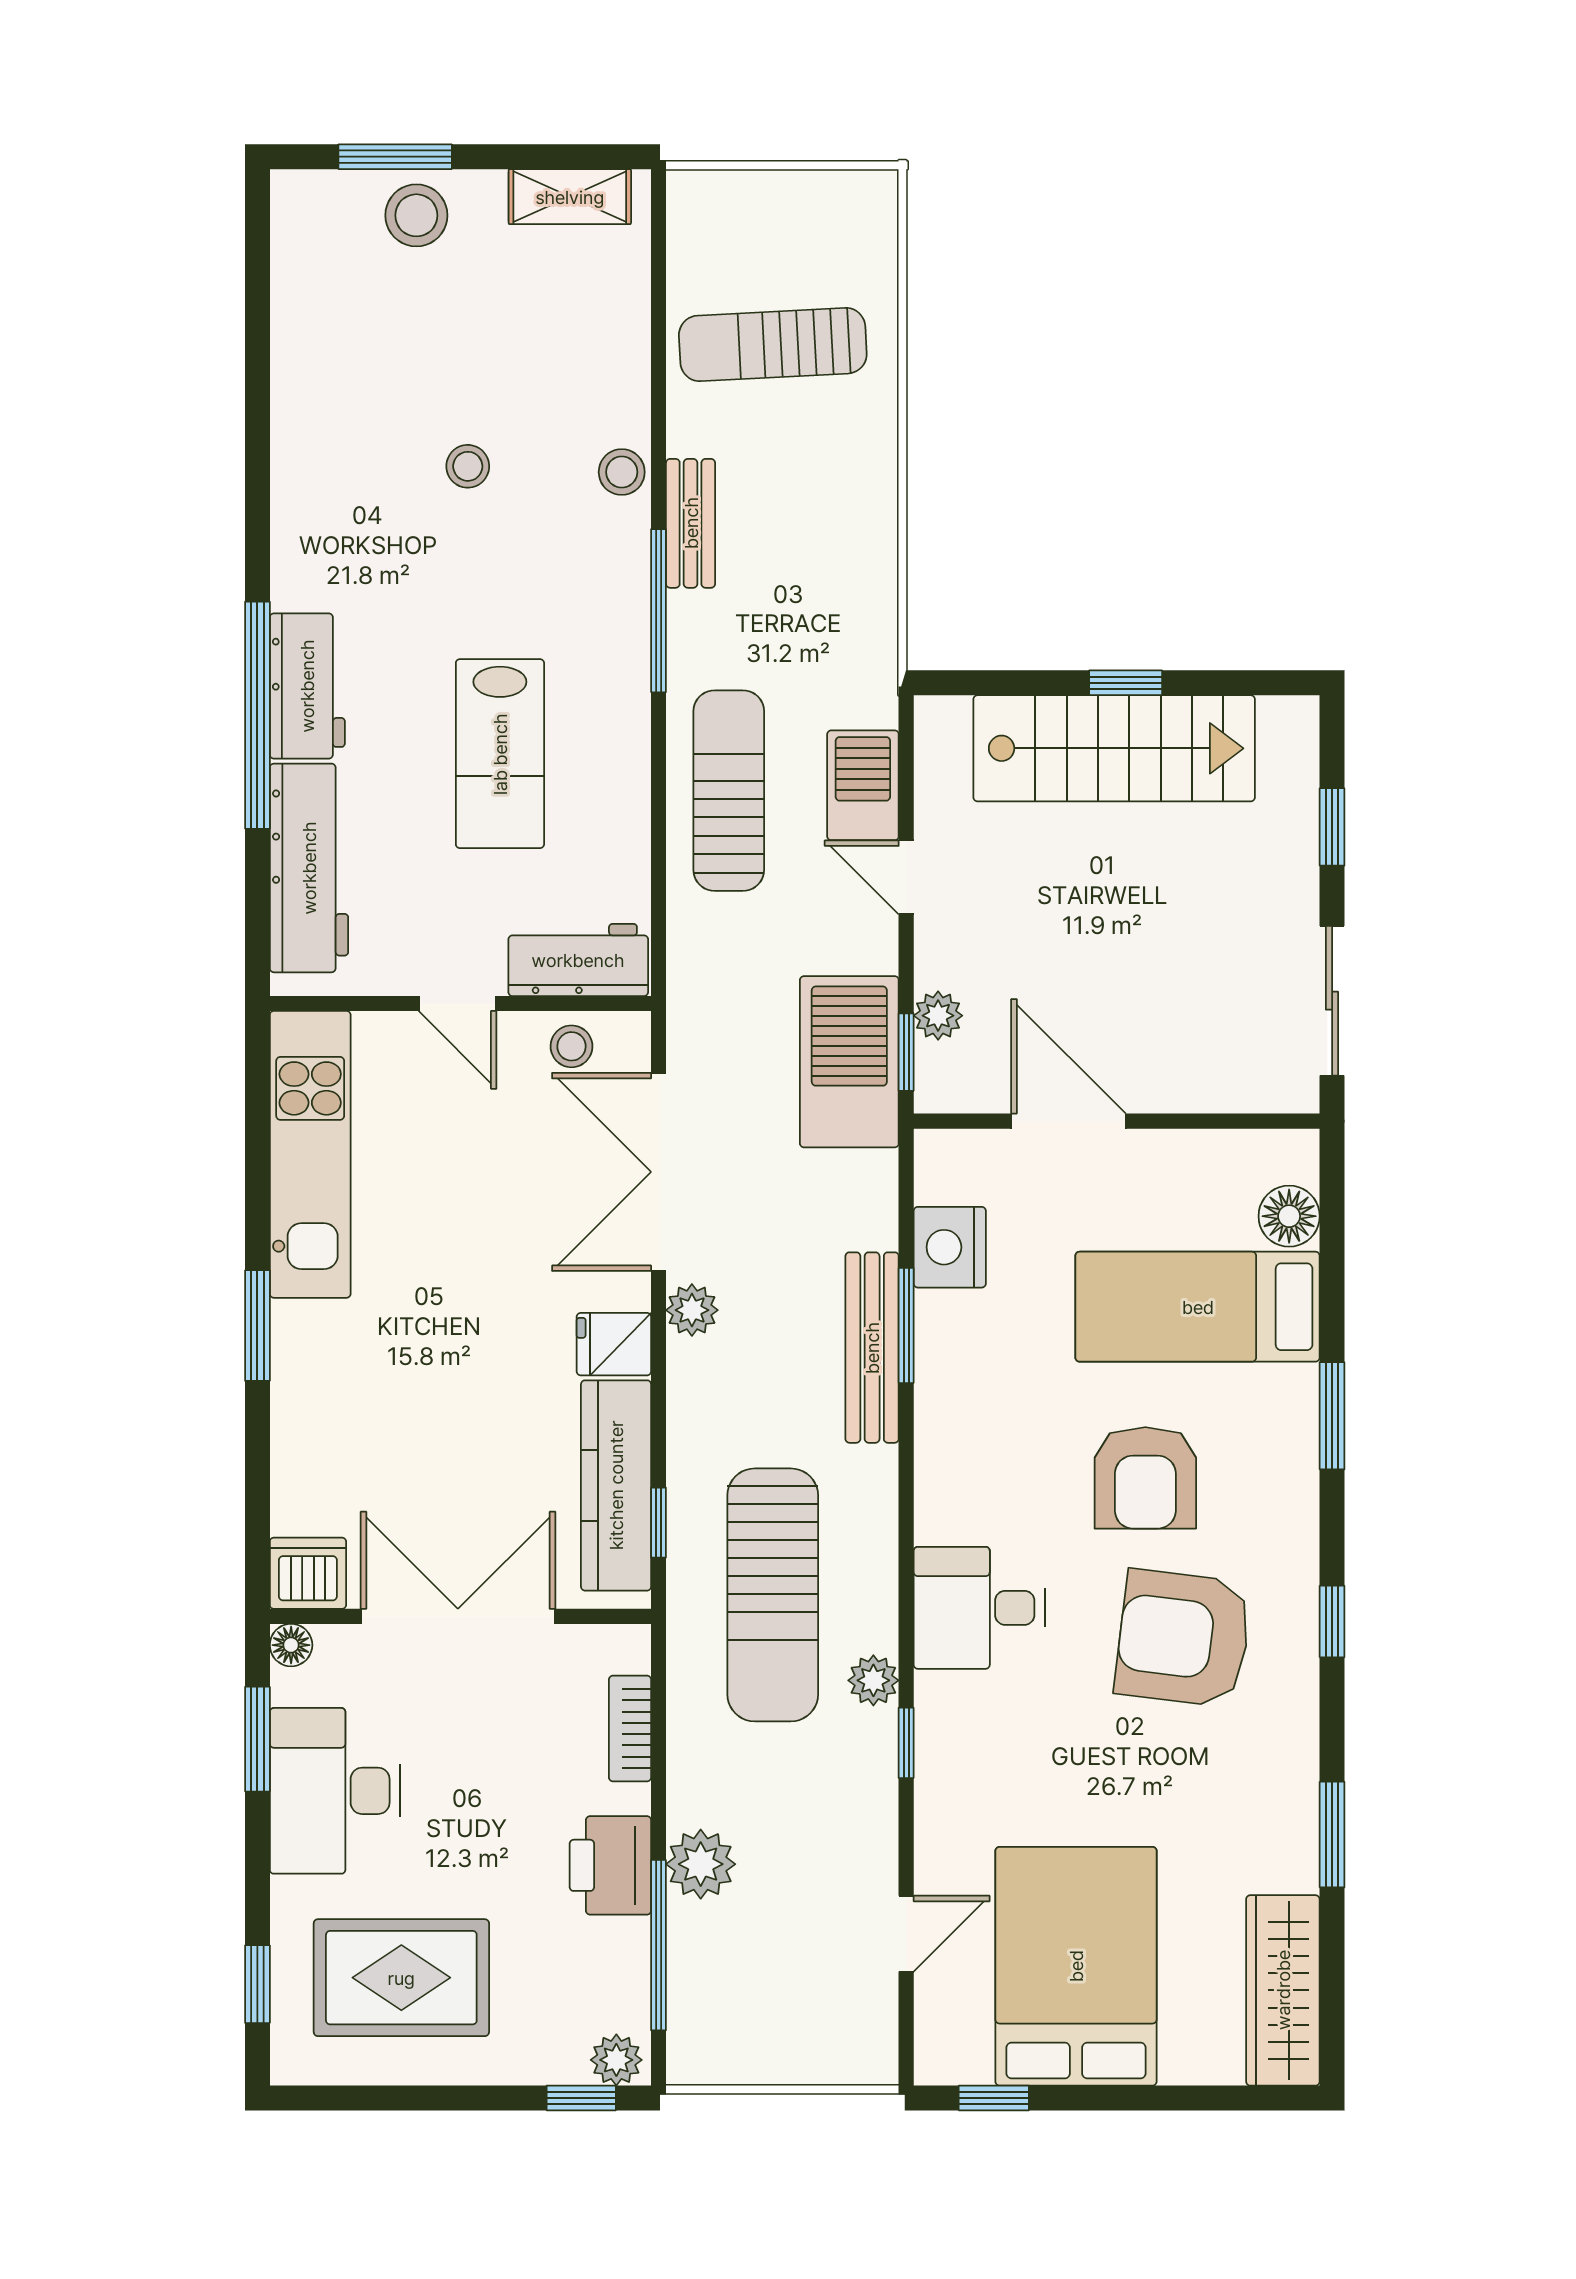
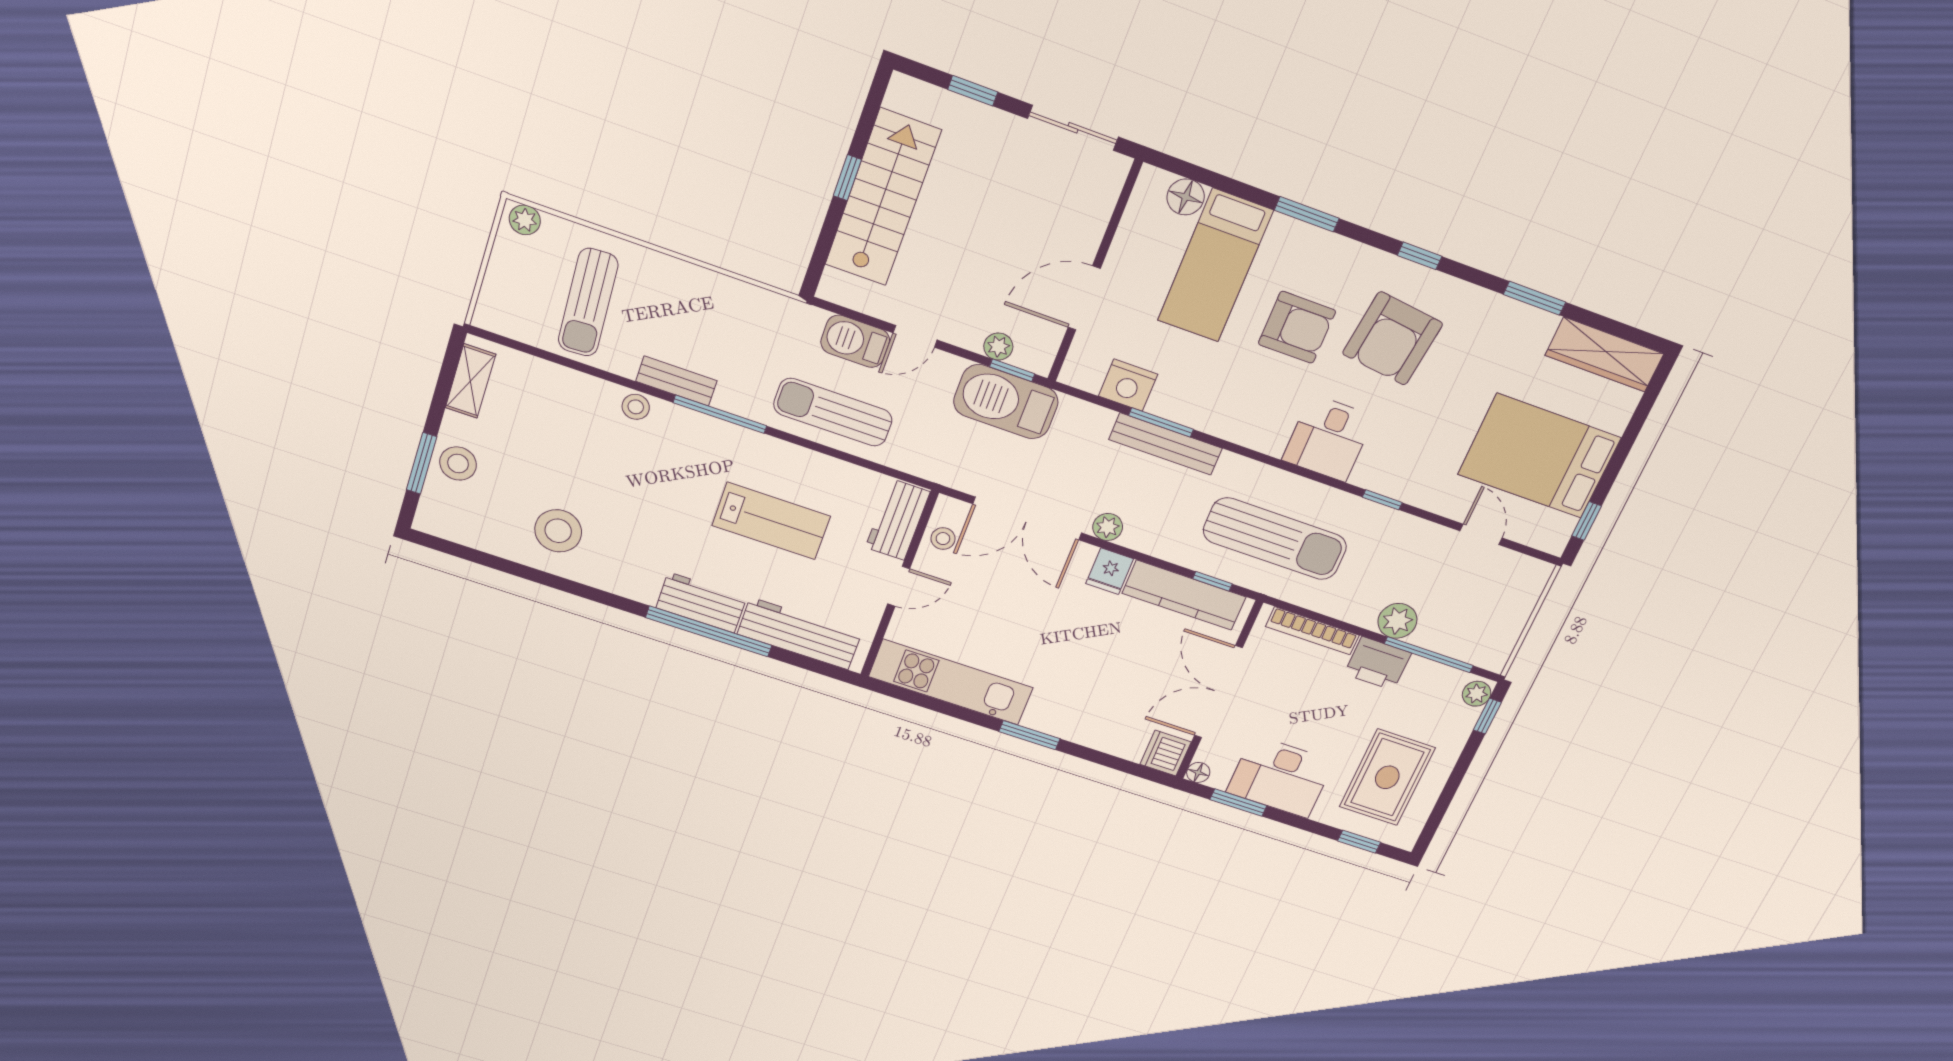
stool: (468, 466) -> (558, 531), moved, width x1.89, depth x1.89
plant: (873, 1680) -> (525, 220), moved
bookcase: (630, 1729) -> (1312, 631), width x1.56

